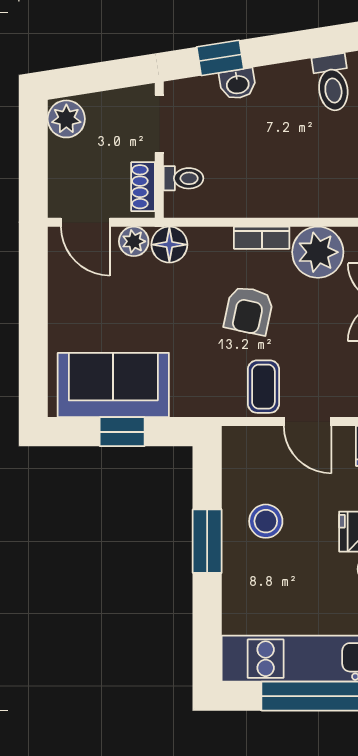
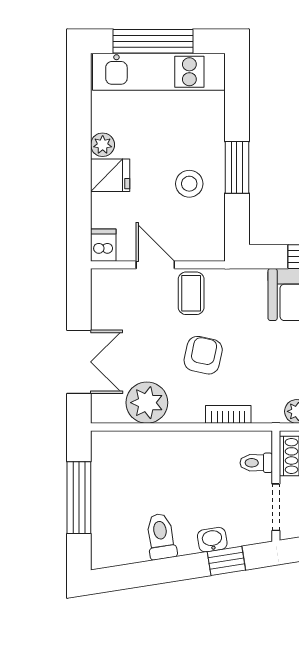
toilet: (332, 83) -> (161, 536), moved
bookcase: (262, 238) -> (228, 414), moved
floor lamp: (169, 245) -> (268, 409), removed

